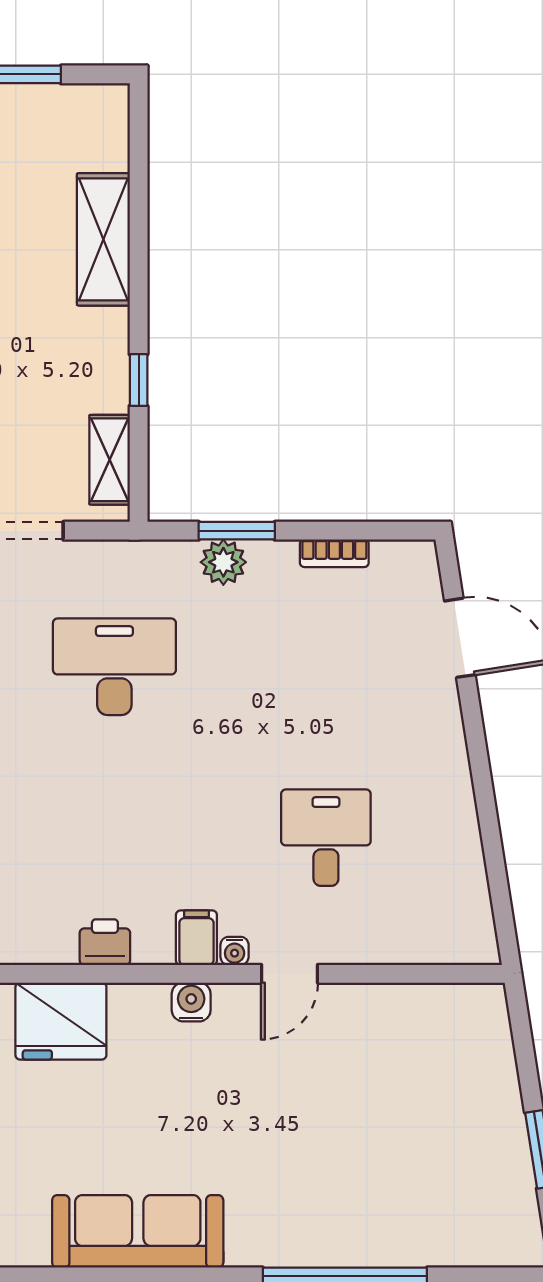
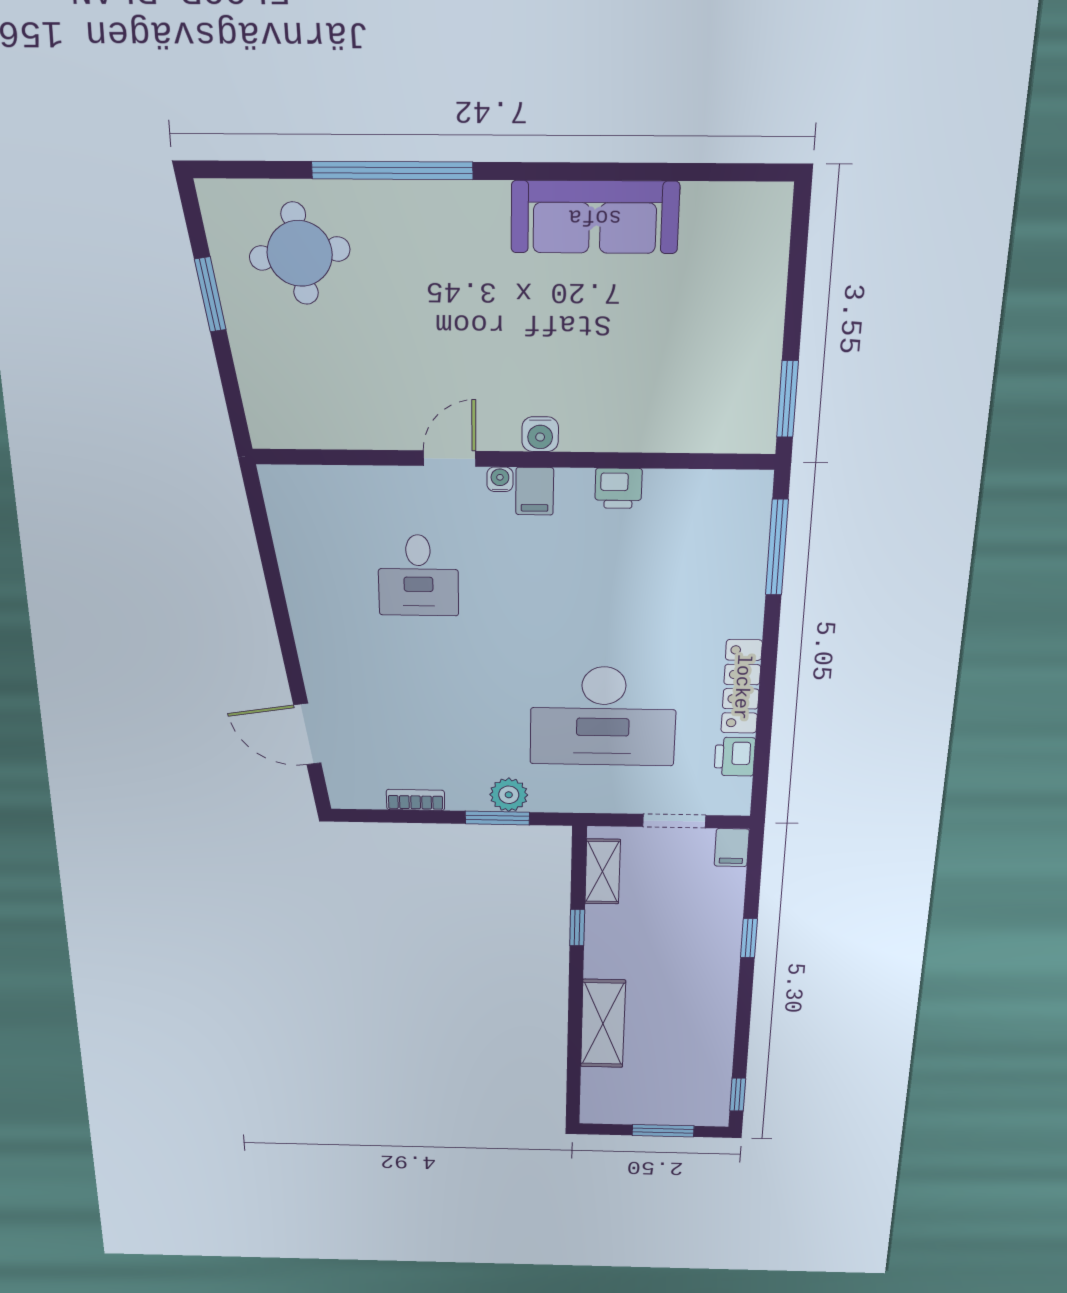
desk: (114, 667) -> (603, 716), width x1.36, depth x1.30
fridge: (61, 1021) -> (662, 418), removed
round table: (443, 1193) -> (300, 253), added

